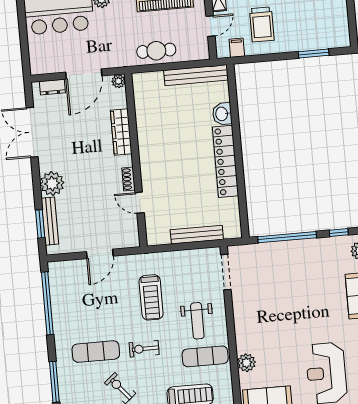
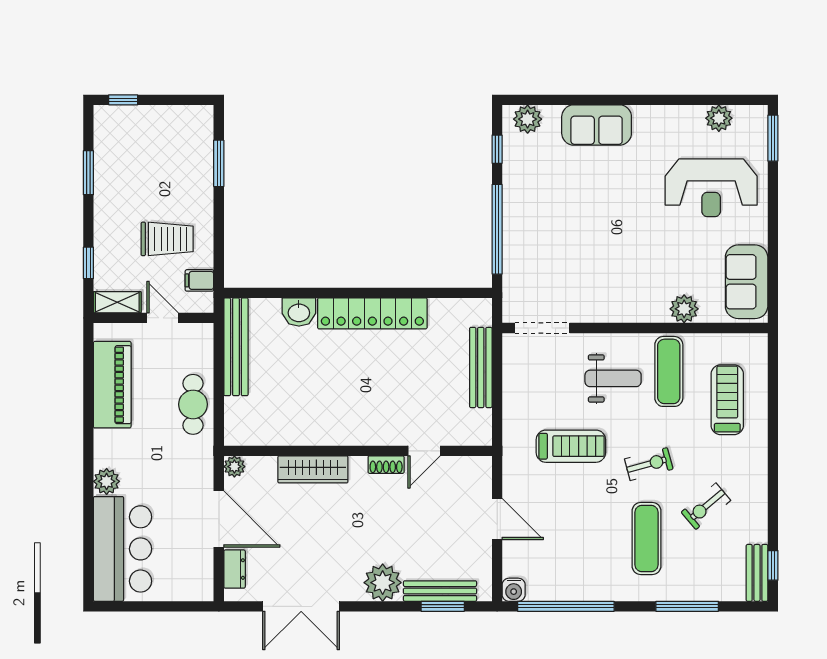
water cooler: (55, 269) -> (514, 590), added
exercise bike: (144, 349) -> (649, 464), turned -105

